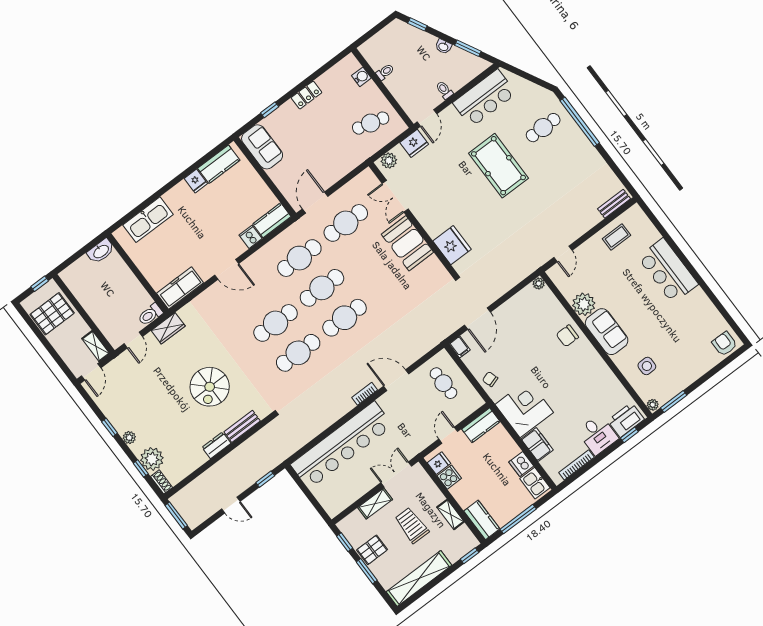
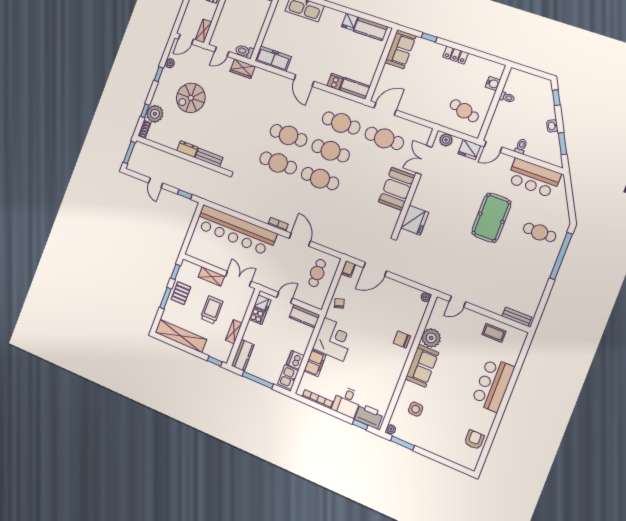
armchair: (724, 344) -> (474, 440), moved
spiral stairs: (210, 387) -> (191, 98), moved
plant: (129, 438) -> (170, 63), moved
pallet: (372, 550) -> (181, 293), turned 90

